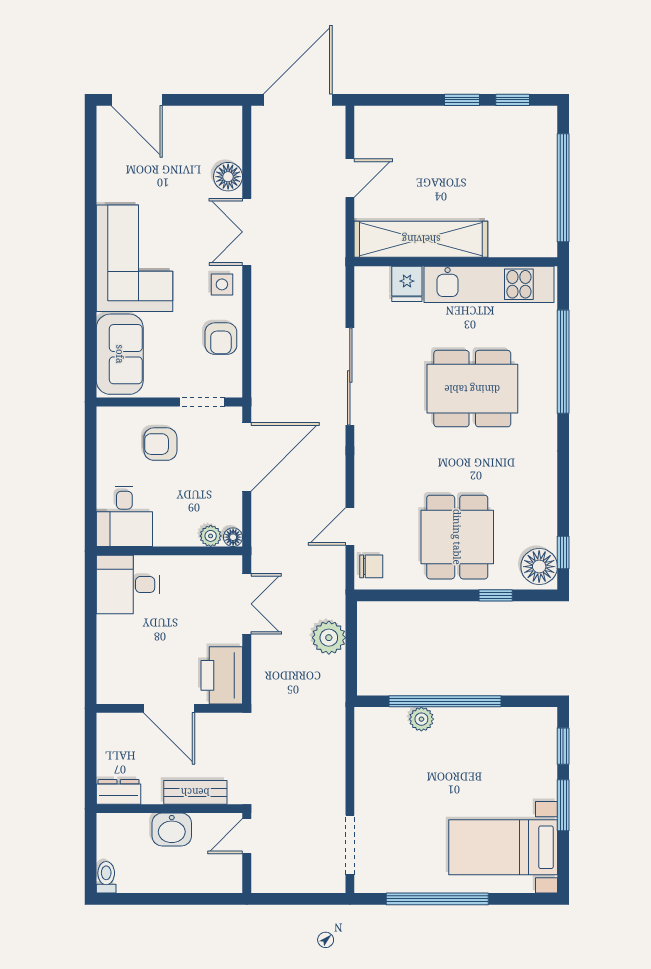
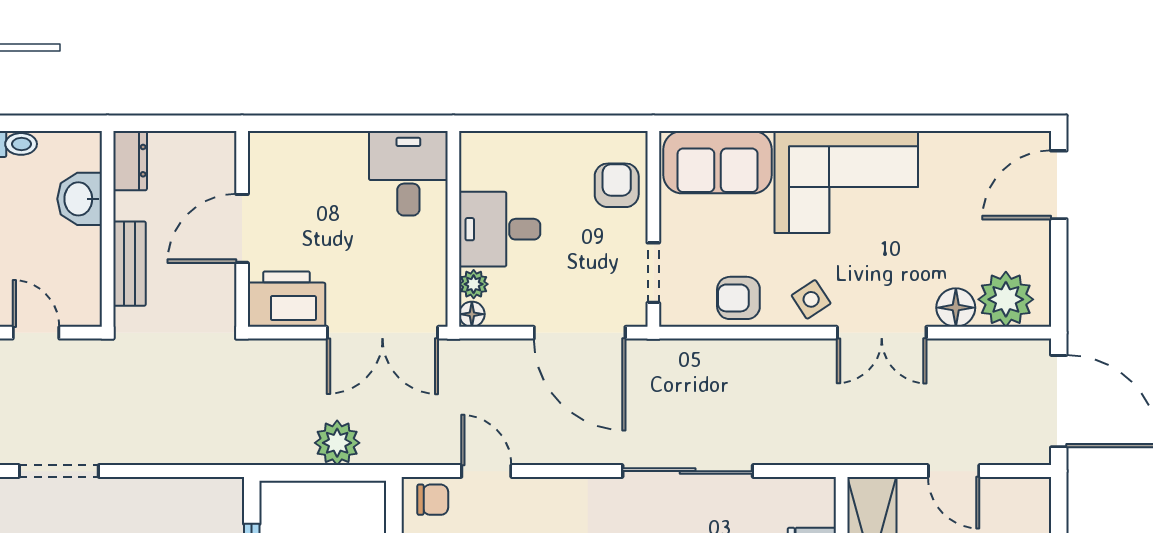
plant: (222, 139) -> (1006, 299), added
double door: (247, 232) -> (882, 333), swing flipped
side table: (222, 284) -> (811, 299), turned -33
armchair: (160, 444) -> (617, 185), moved
desk: (124, 517) -> (500, 229), moved
chair: (371, 566) -> (433, 500), turned -90
double door: (247, 604) -> (382, 333), width x1.37
washbasin: (172, 829) -> (80, 199), moved
door: (247, 836) -> (36, 333), moved

